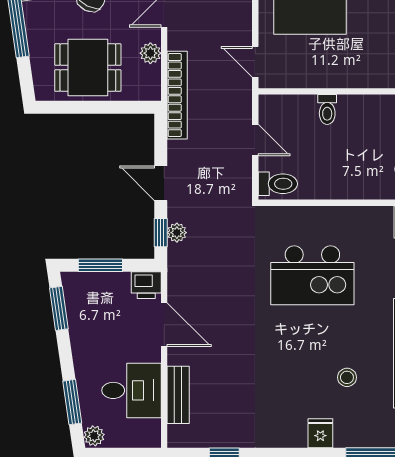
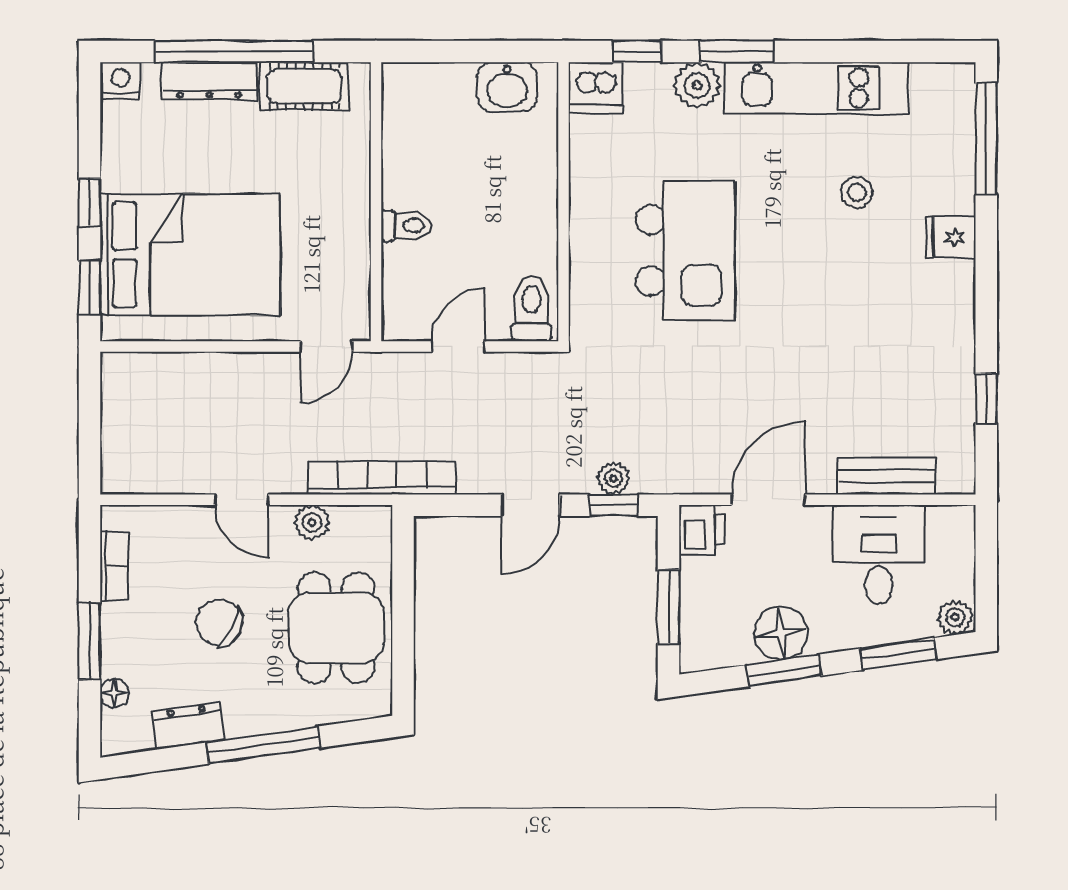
window: (59, 308) -> (784, 670), moved
floor lamp: (85, 332) -> (781, 633), added

